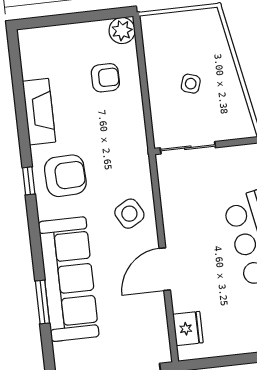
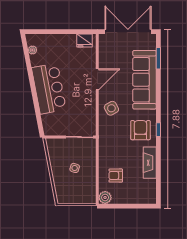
armchair: (65, 176) -> (140, 130), turned 92
window: (42, 302) -> (158, 58), moved
fridge: (188, 328) -> (85, 40), moved, turned -90

